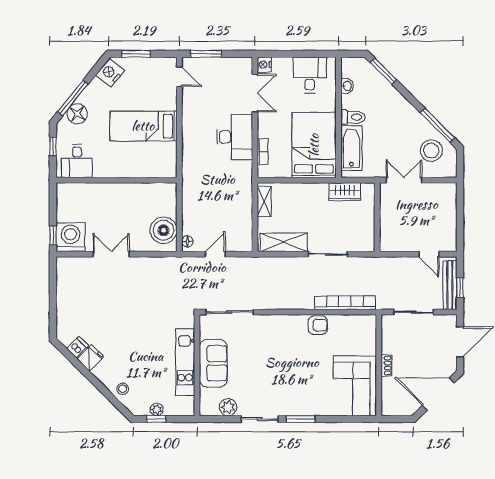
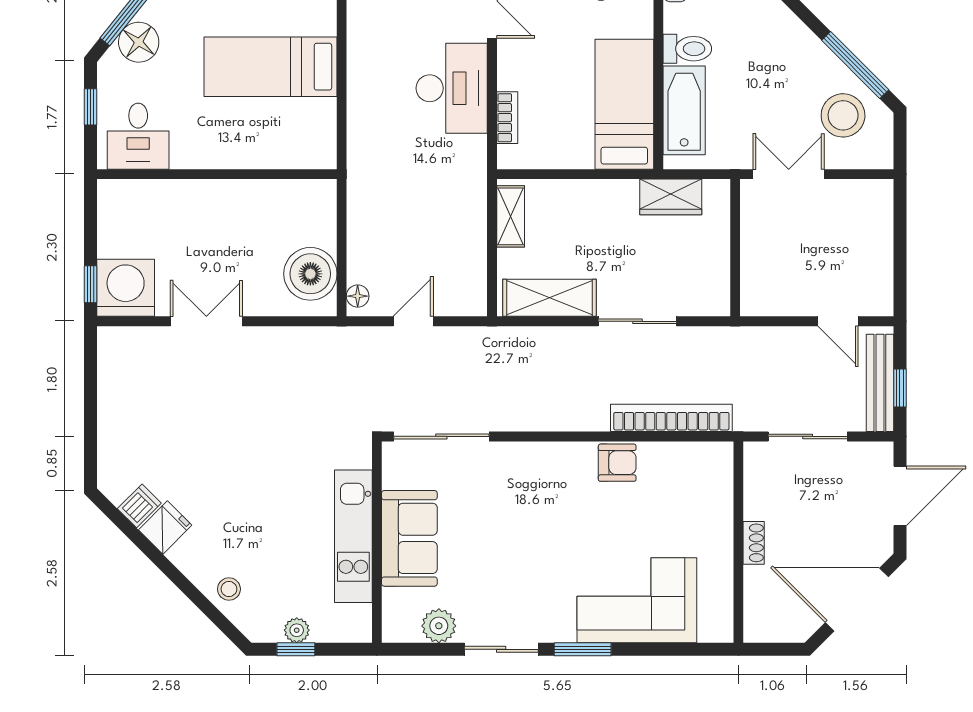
bed: (314, 145) -> (624, 104), width x0.67
corner sofa: (355, 386) -> (637, 600), moved, turned 90

